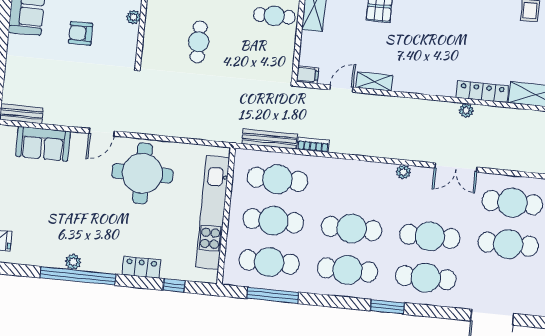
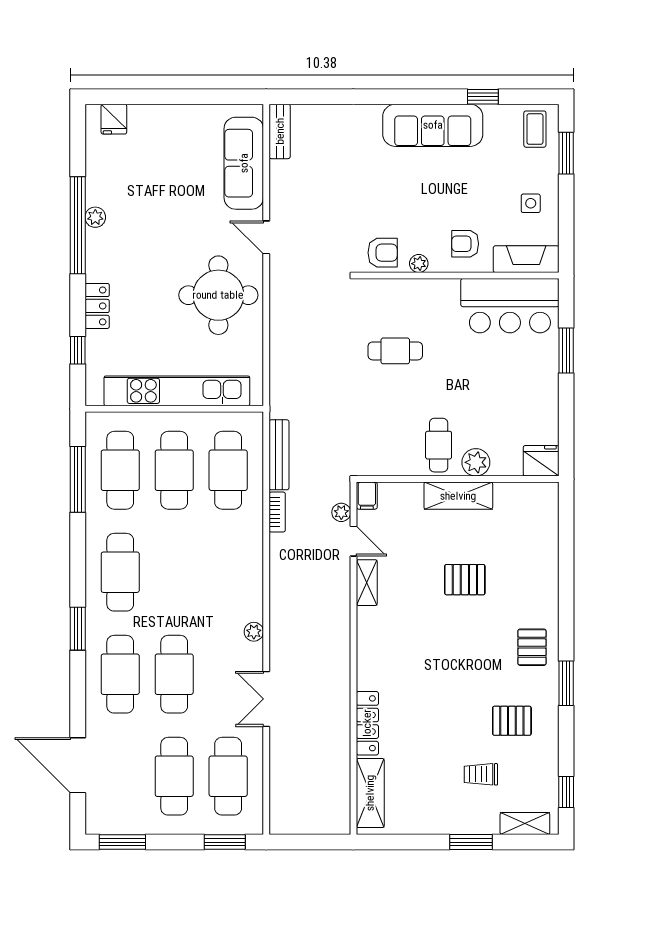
armchair: (81, 33) -> (383, 253), moved, turned 90
plant: (466, 110) -> (341, 512), moved
sofa: (43, 144) -> (244, 163), width x1.36
cafe table: (352, 228) -> (174, 572), removed

